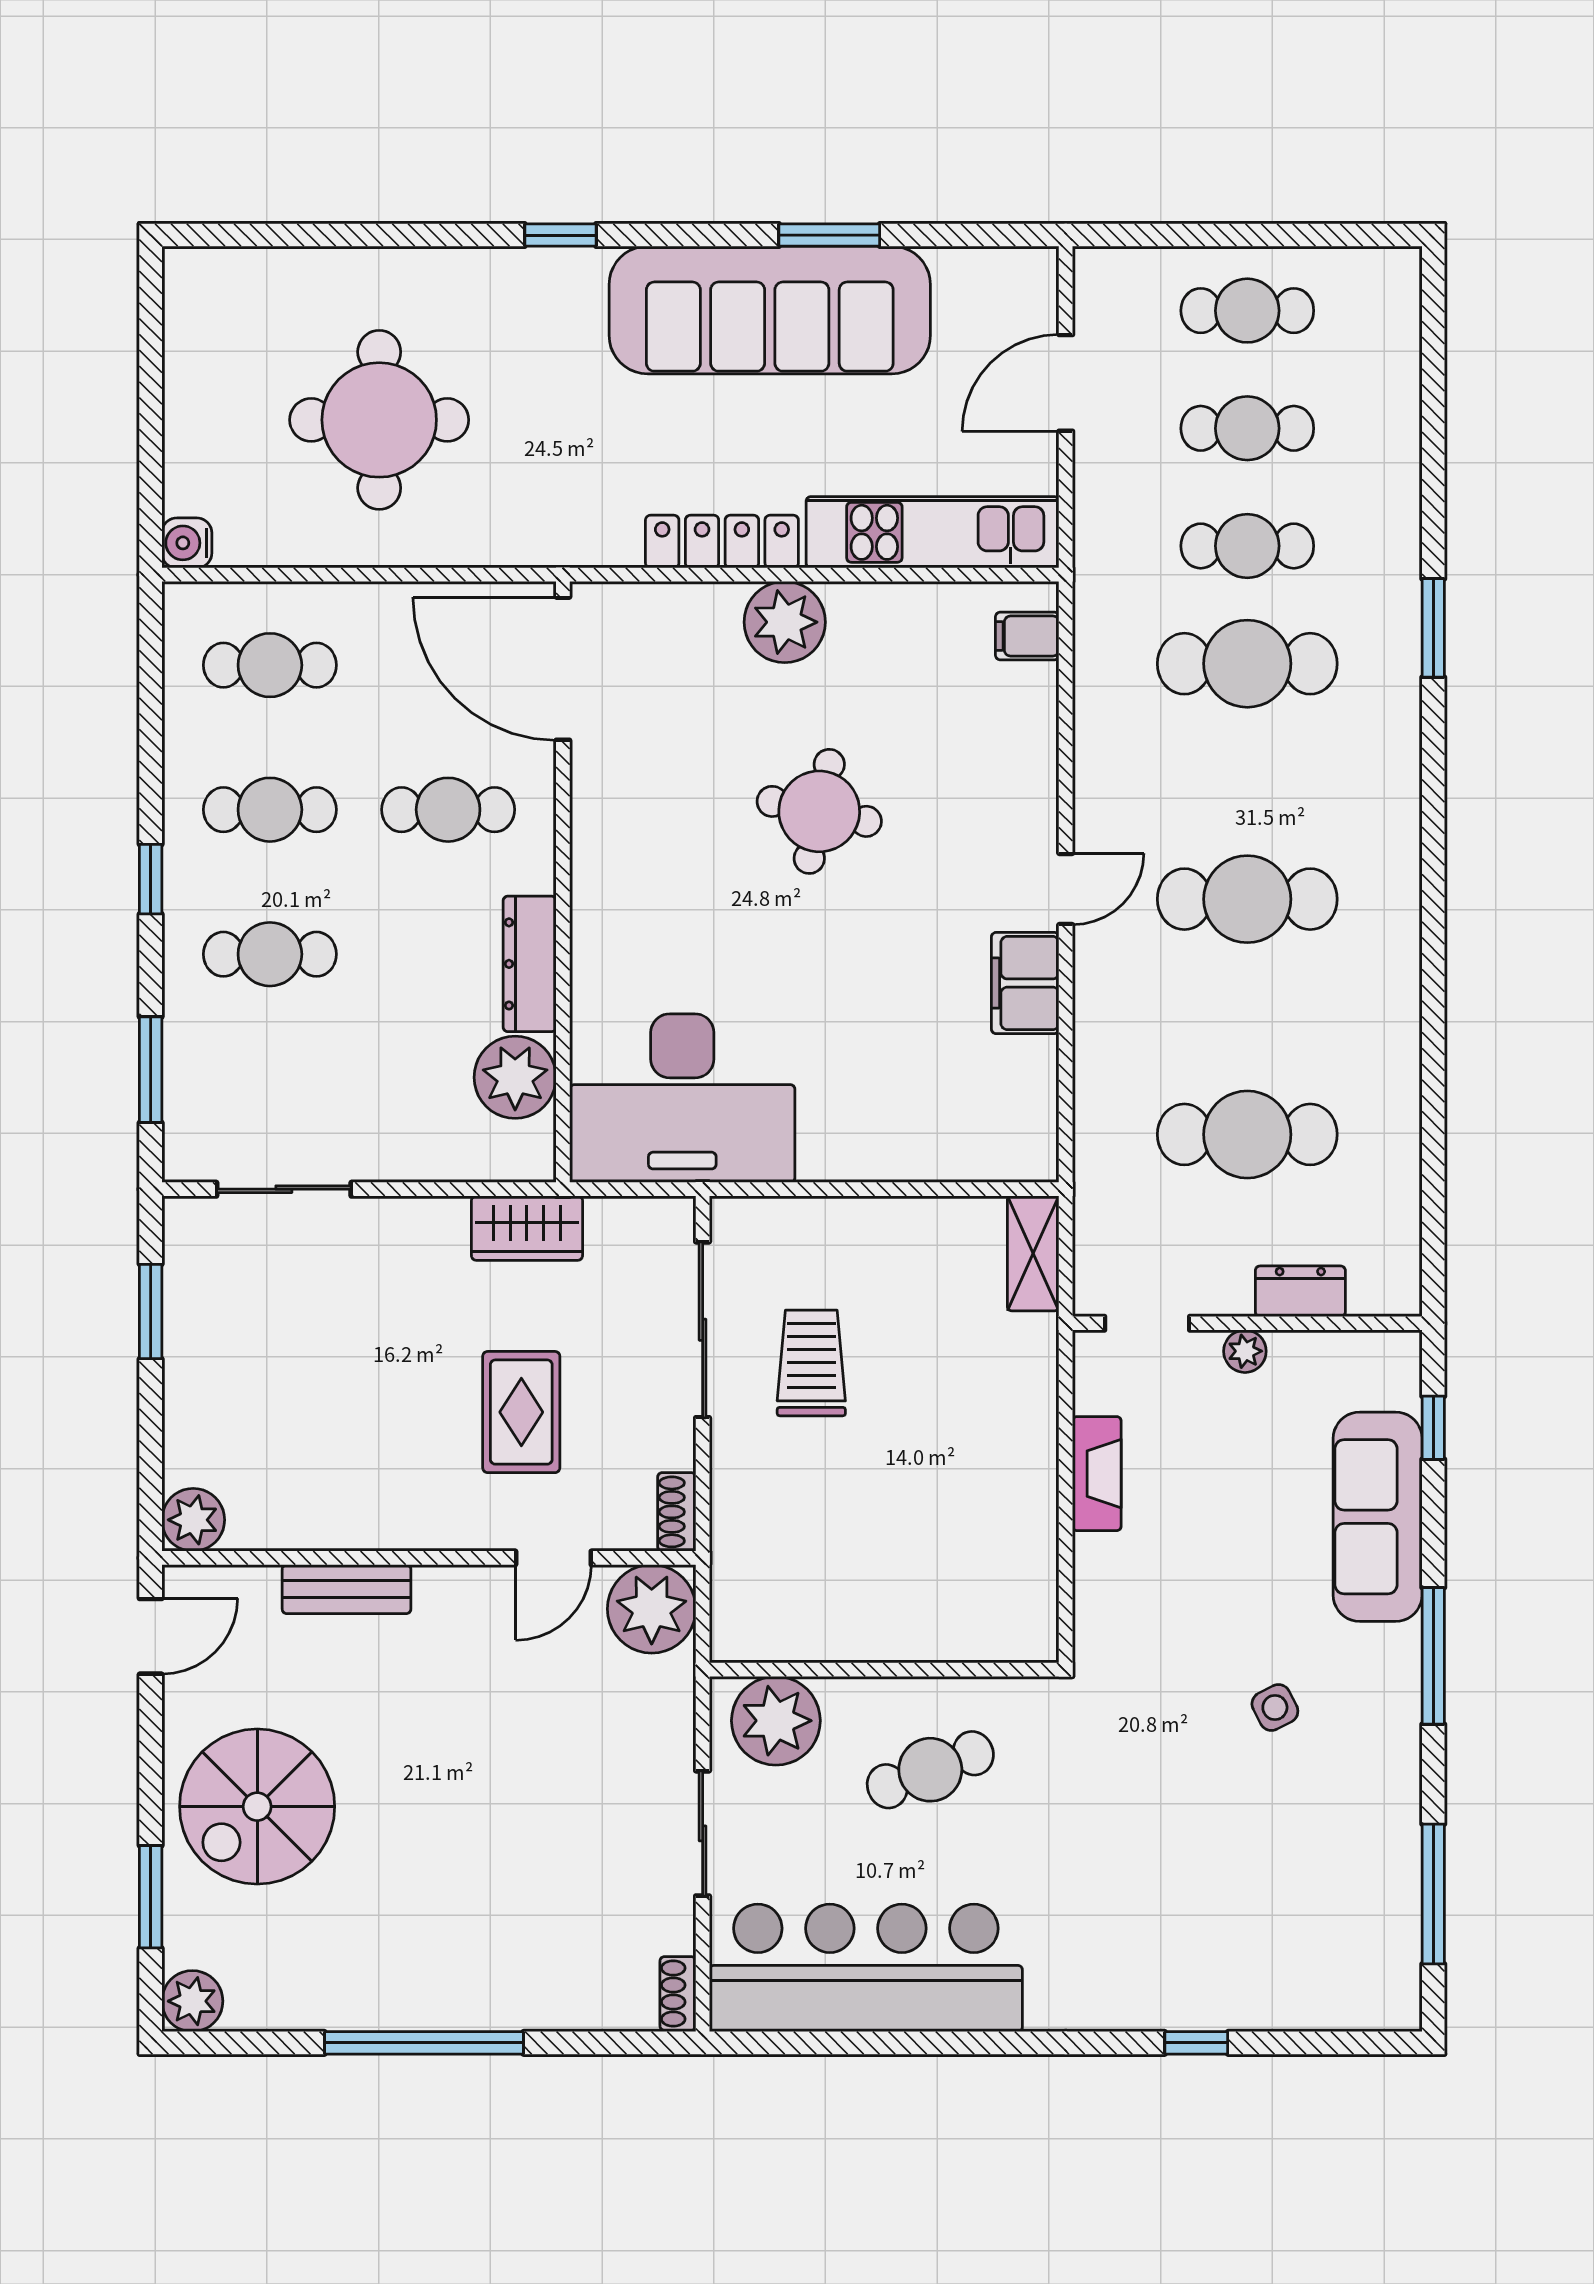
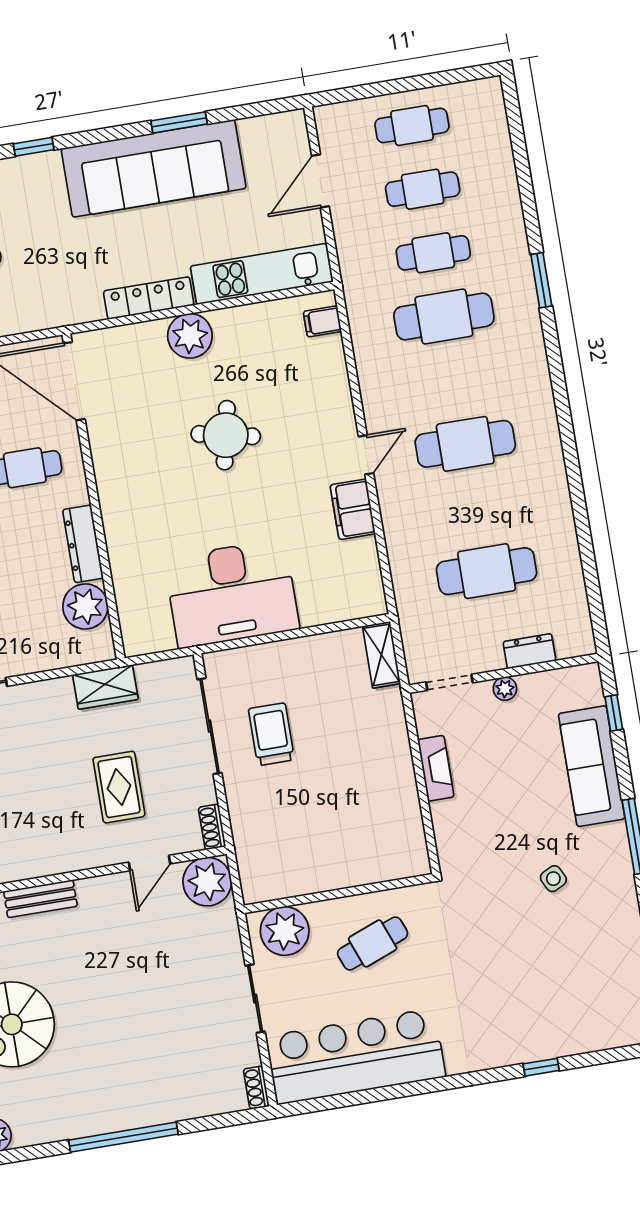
desk: (682, 1098) -> (232, 594), moved

